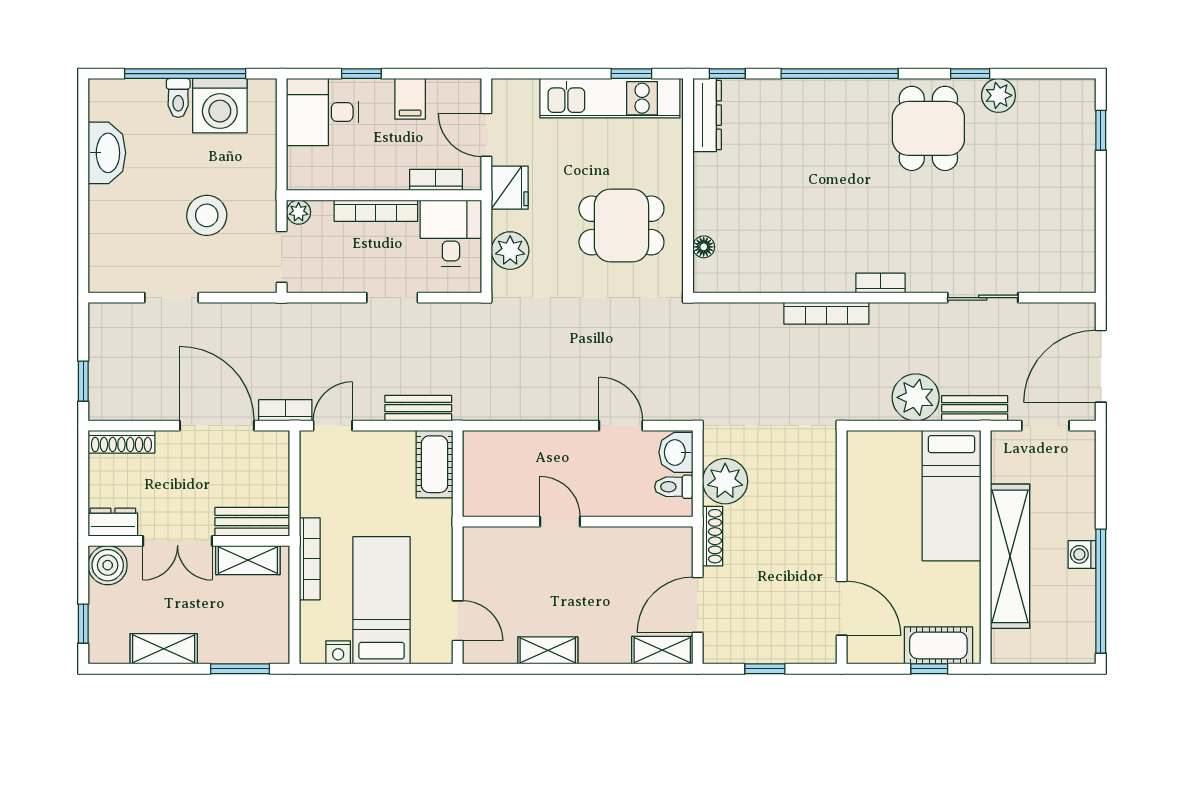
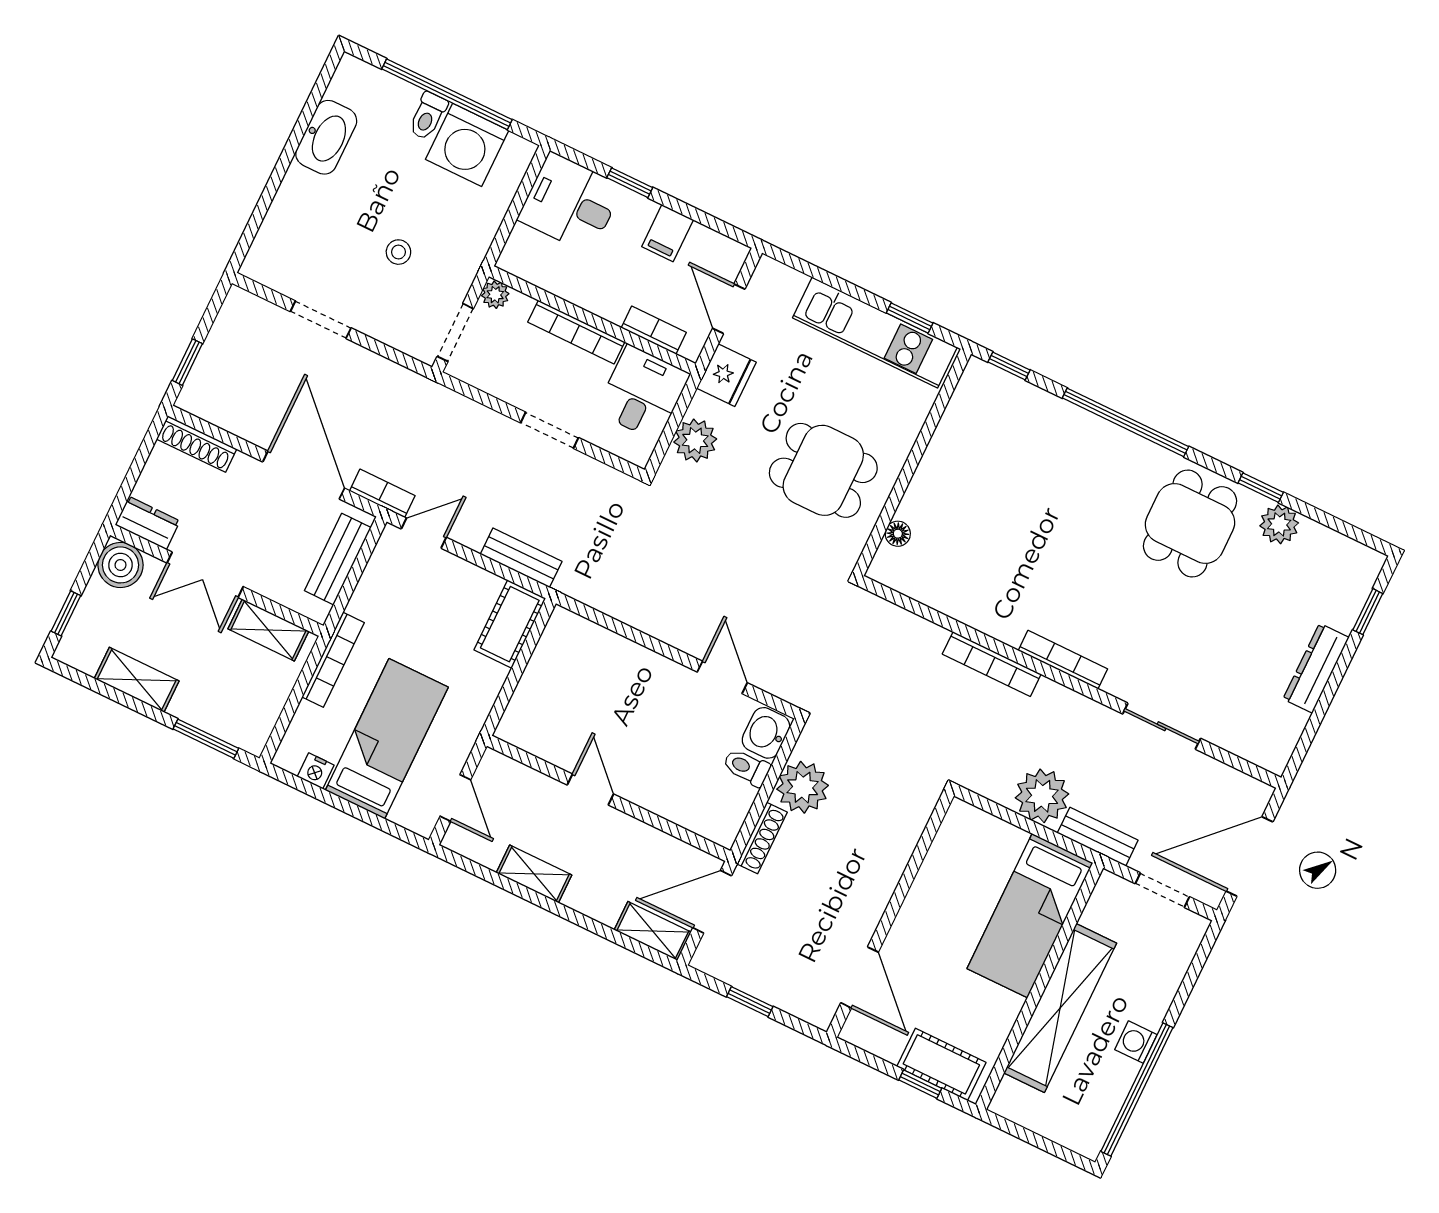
dresser: (707, 115) -> (1316, 668), moved, turned 180
stool: (207, 215) -> (398, 252), width x0.53, depth x0.53
bookcase: (880, 283) -> (1063, 660), width x1.56
bench: (252, 522) -> (338, 559), moved, turned 90
door: (560, 522) -> (590, 790), moved
wall: (578, 522) -> (609, 798), moved

